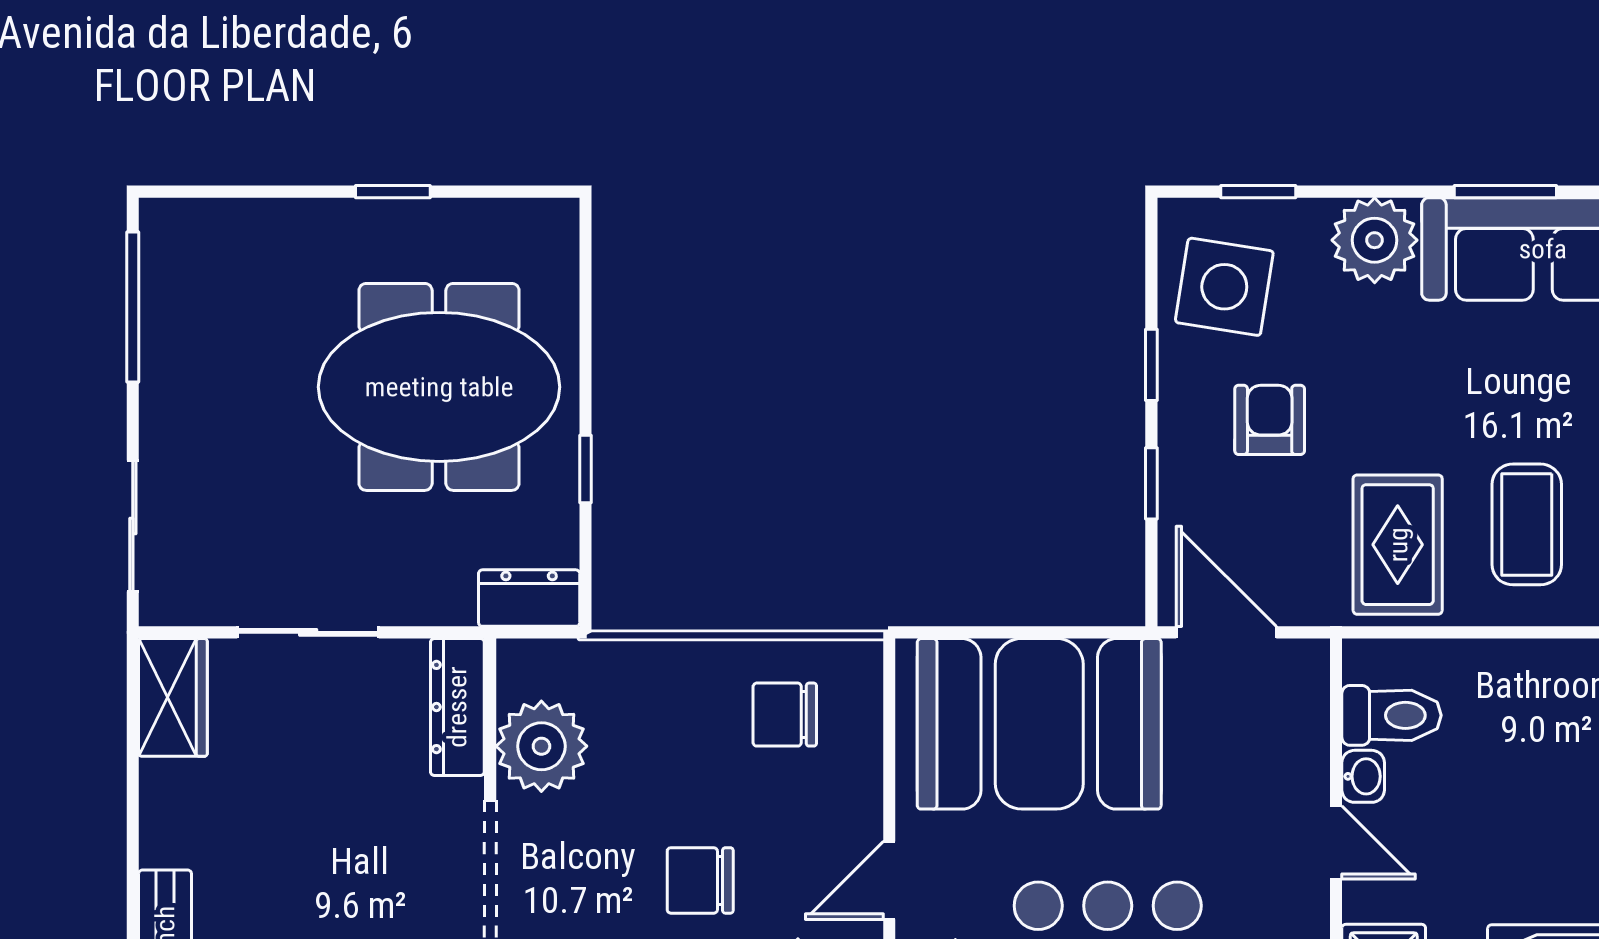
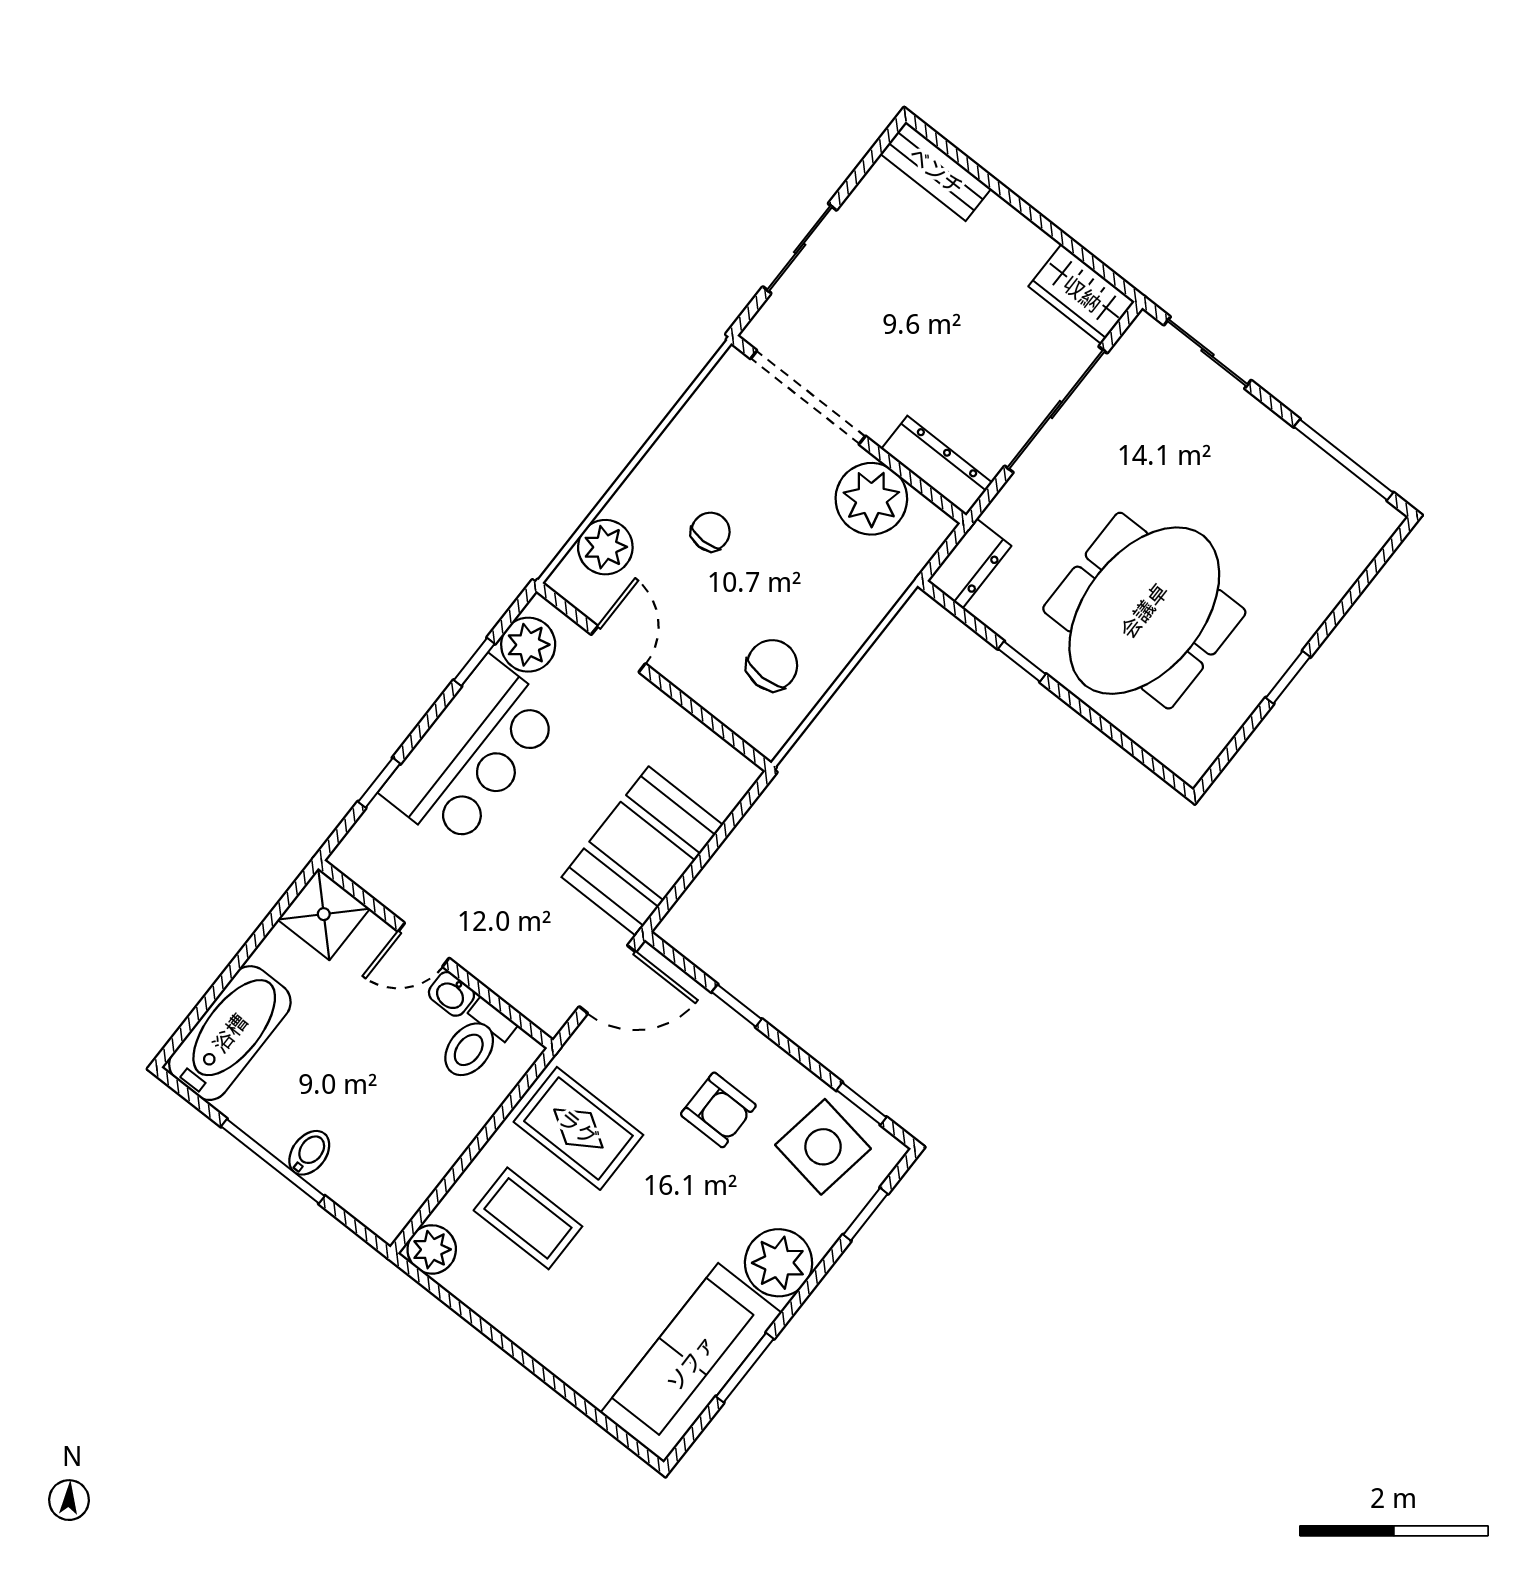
window: (1151, 365) -> (861, 1104), moved
sliding door: (308, 632) -> (1056, 409), width x1.37
booth: (1039, 724) -> (642, 851), width x0.73, depth x0.70
chair: (700, 880) -> (711, 532), width x0.73, depth x0.73

